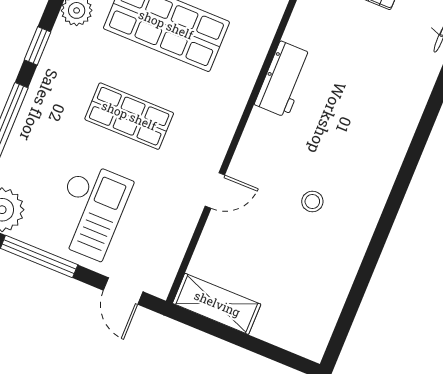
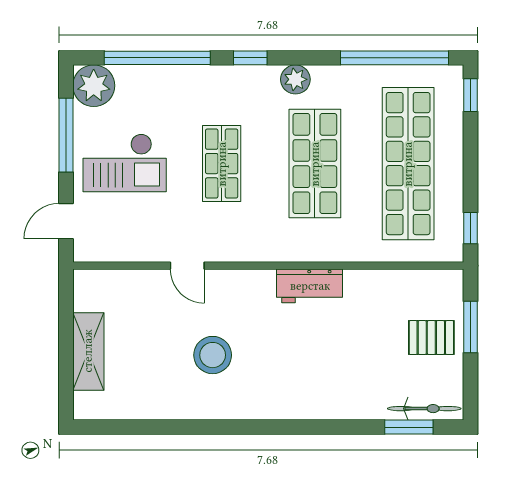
stool: (312, 201) -> (213, 355), width x1.89, depth x1.89
shelving: (217, 304) -> (88, 351), moved

